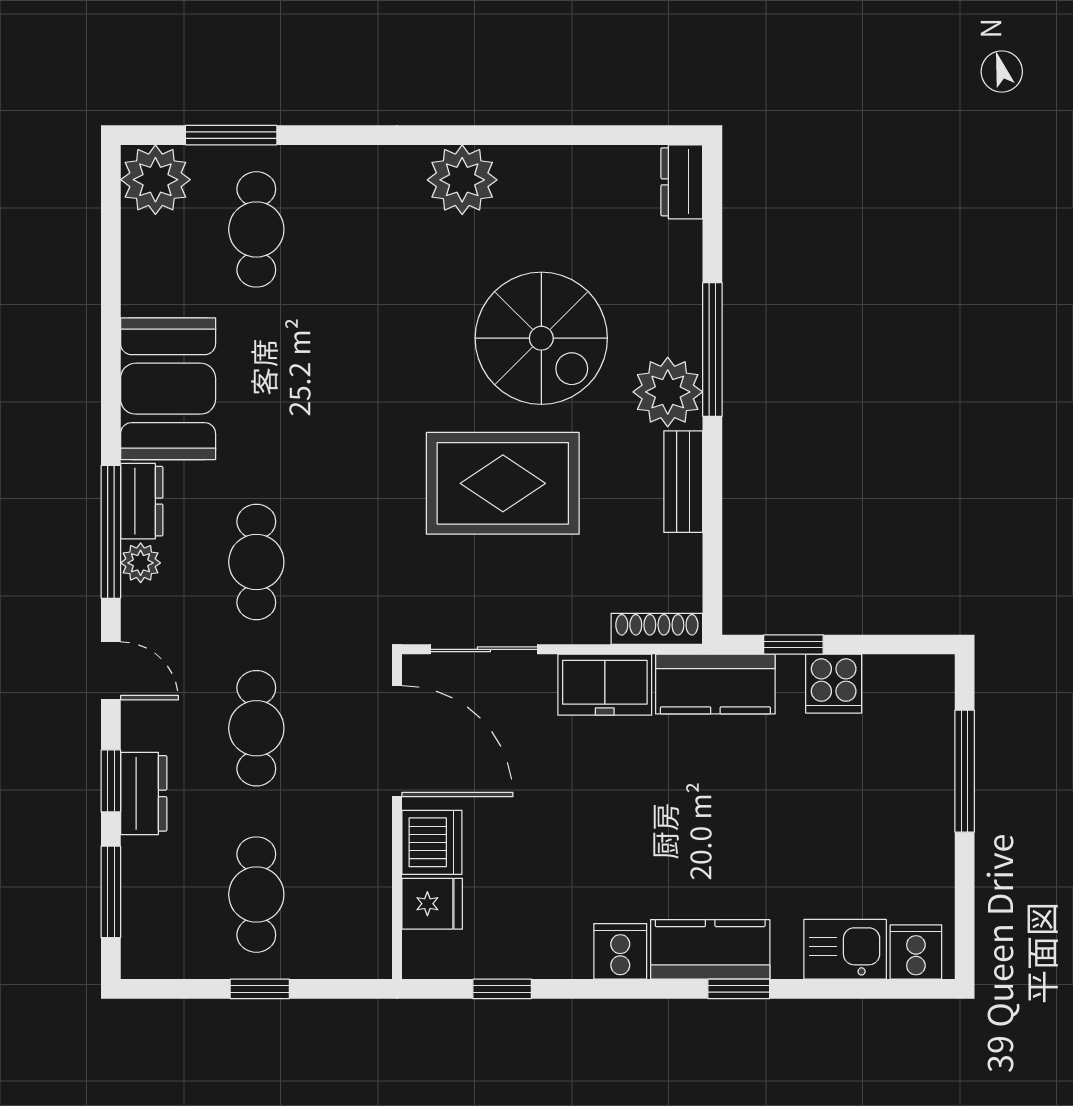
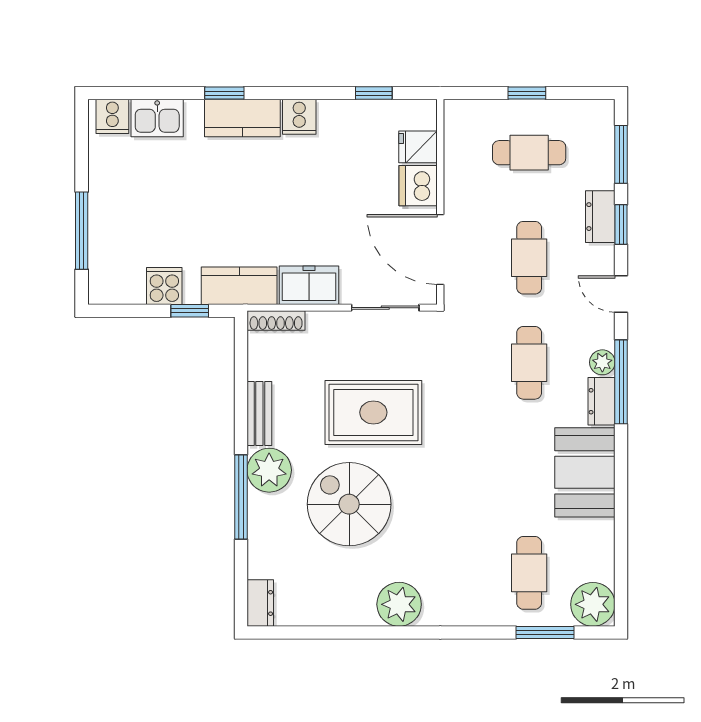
cafe table: (256, 895) -> (529, 153), turned 90

